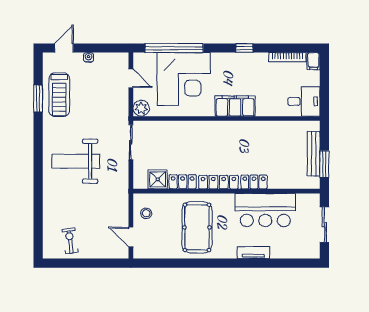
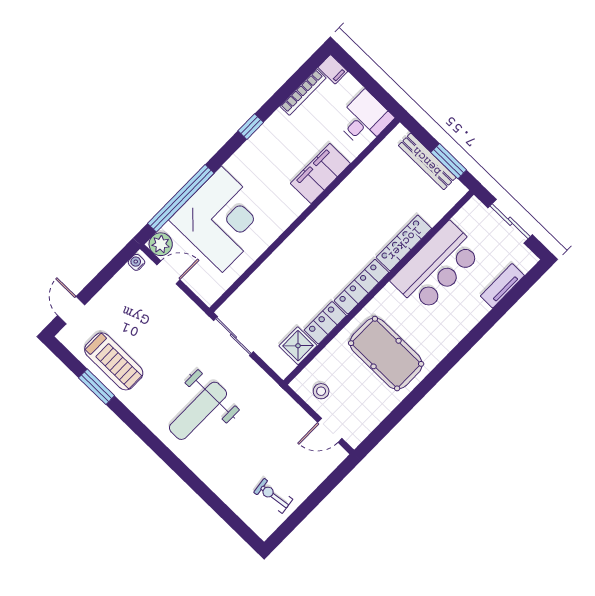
water cooler: (89, 57) -> (136, 262), moved
filing cabinet: (235, 106) -> (320, 173), moved
plant: (141, 108) -> (161, 244), moved
locker: (254, 182) -> (404, 243), width x1.53
tv unit: (253, 252) -> (502, 286), moved

